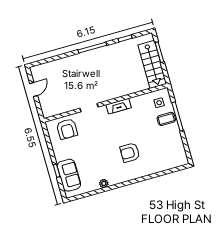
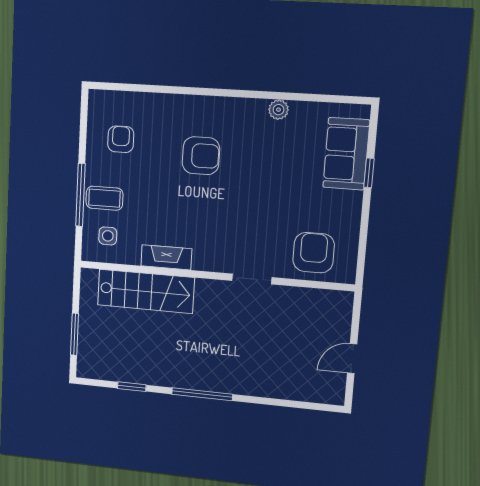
stairs: (152, 64) -> (146, 291), moved, turned 90
fireplace: (119, 106) -> (166, 257), moved
armchair: (168, 147) -> (121, 139), added

